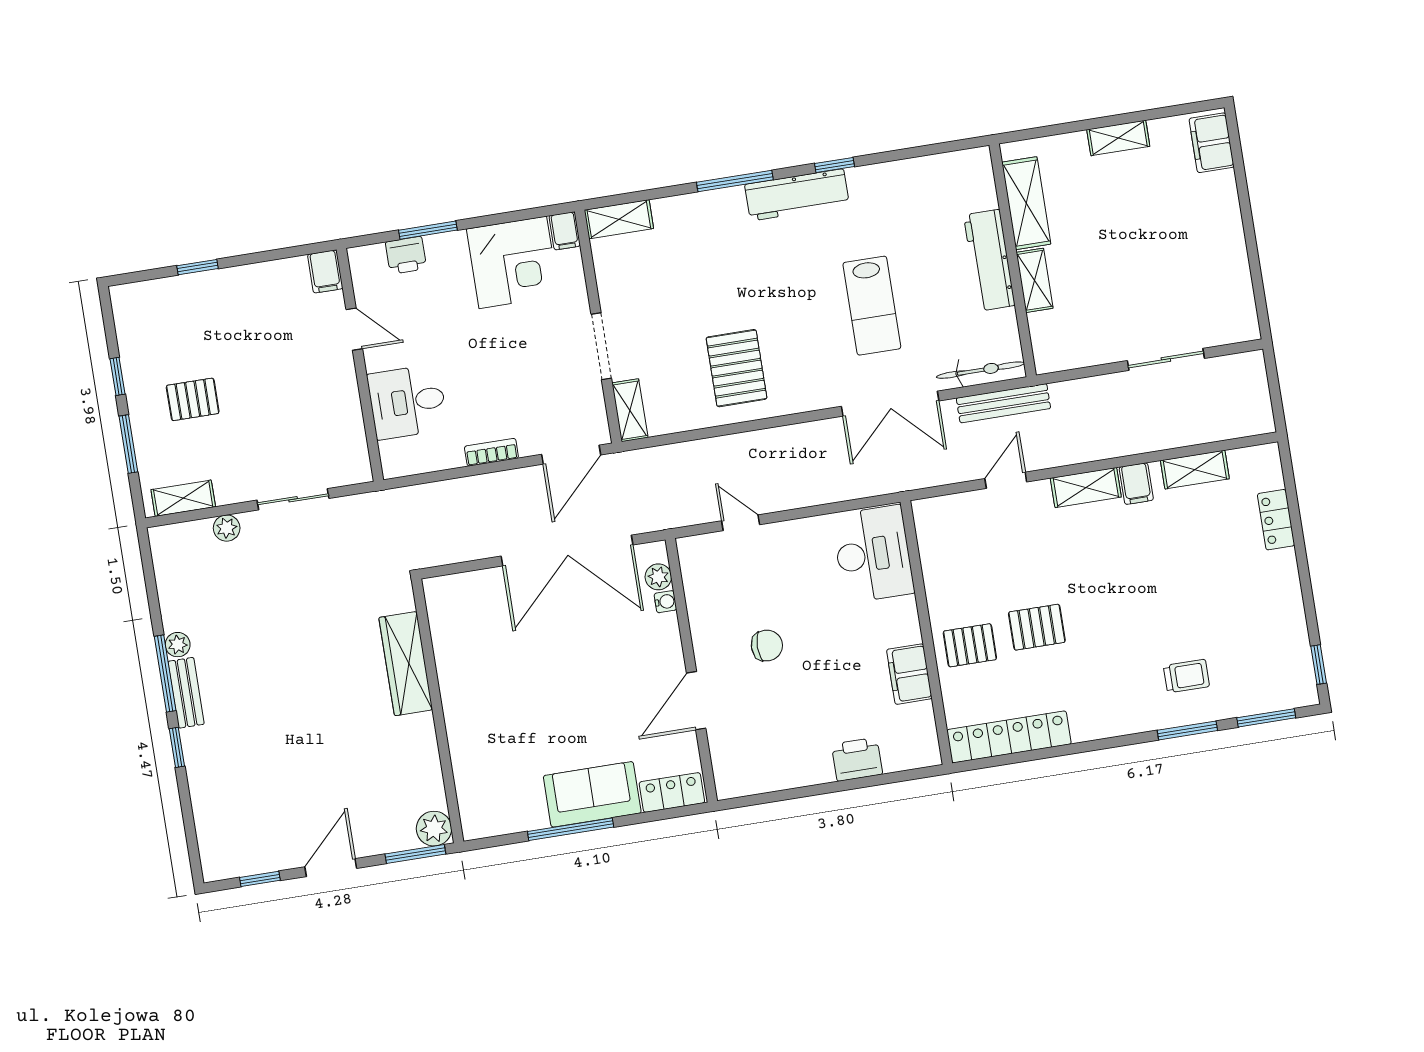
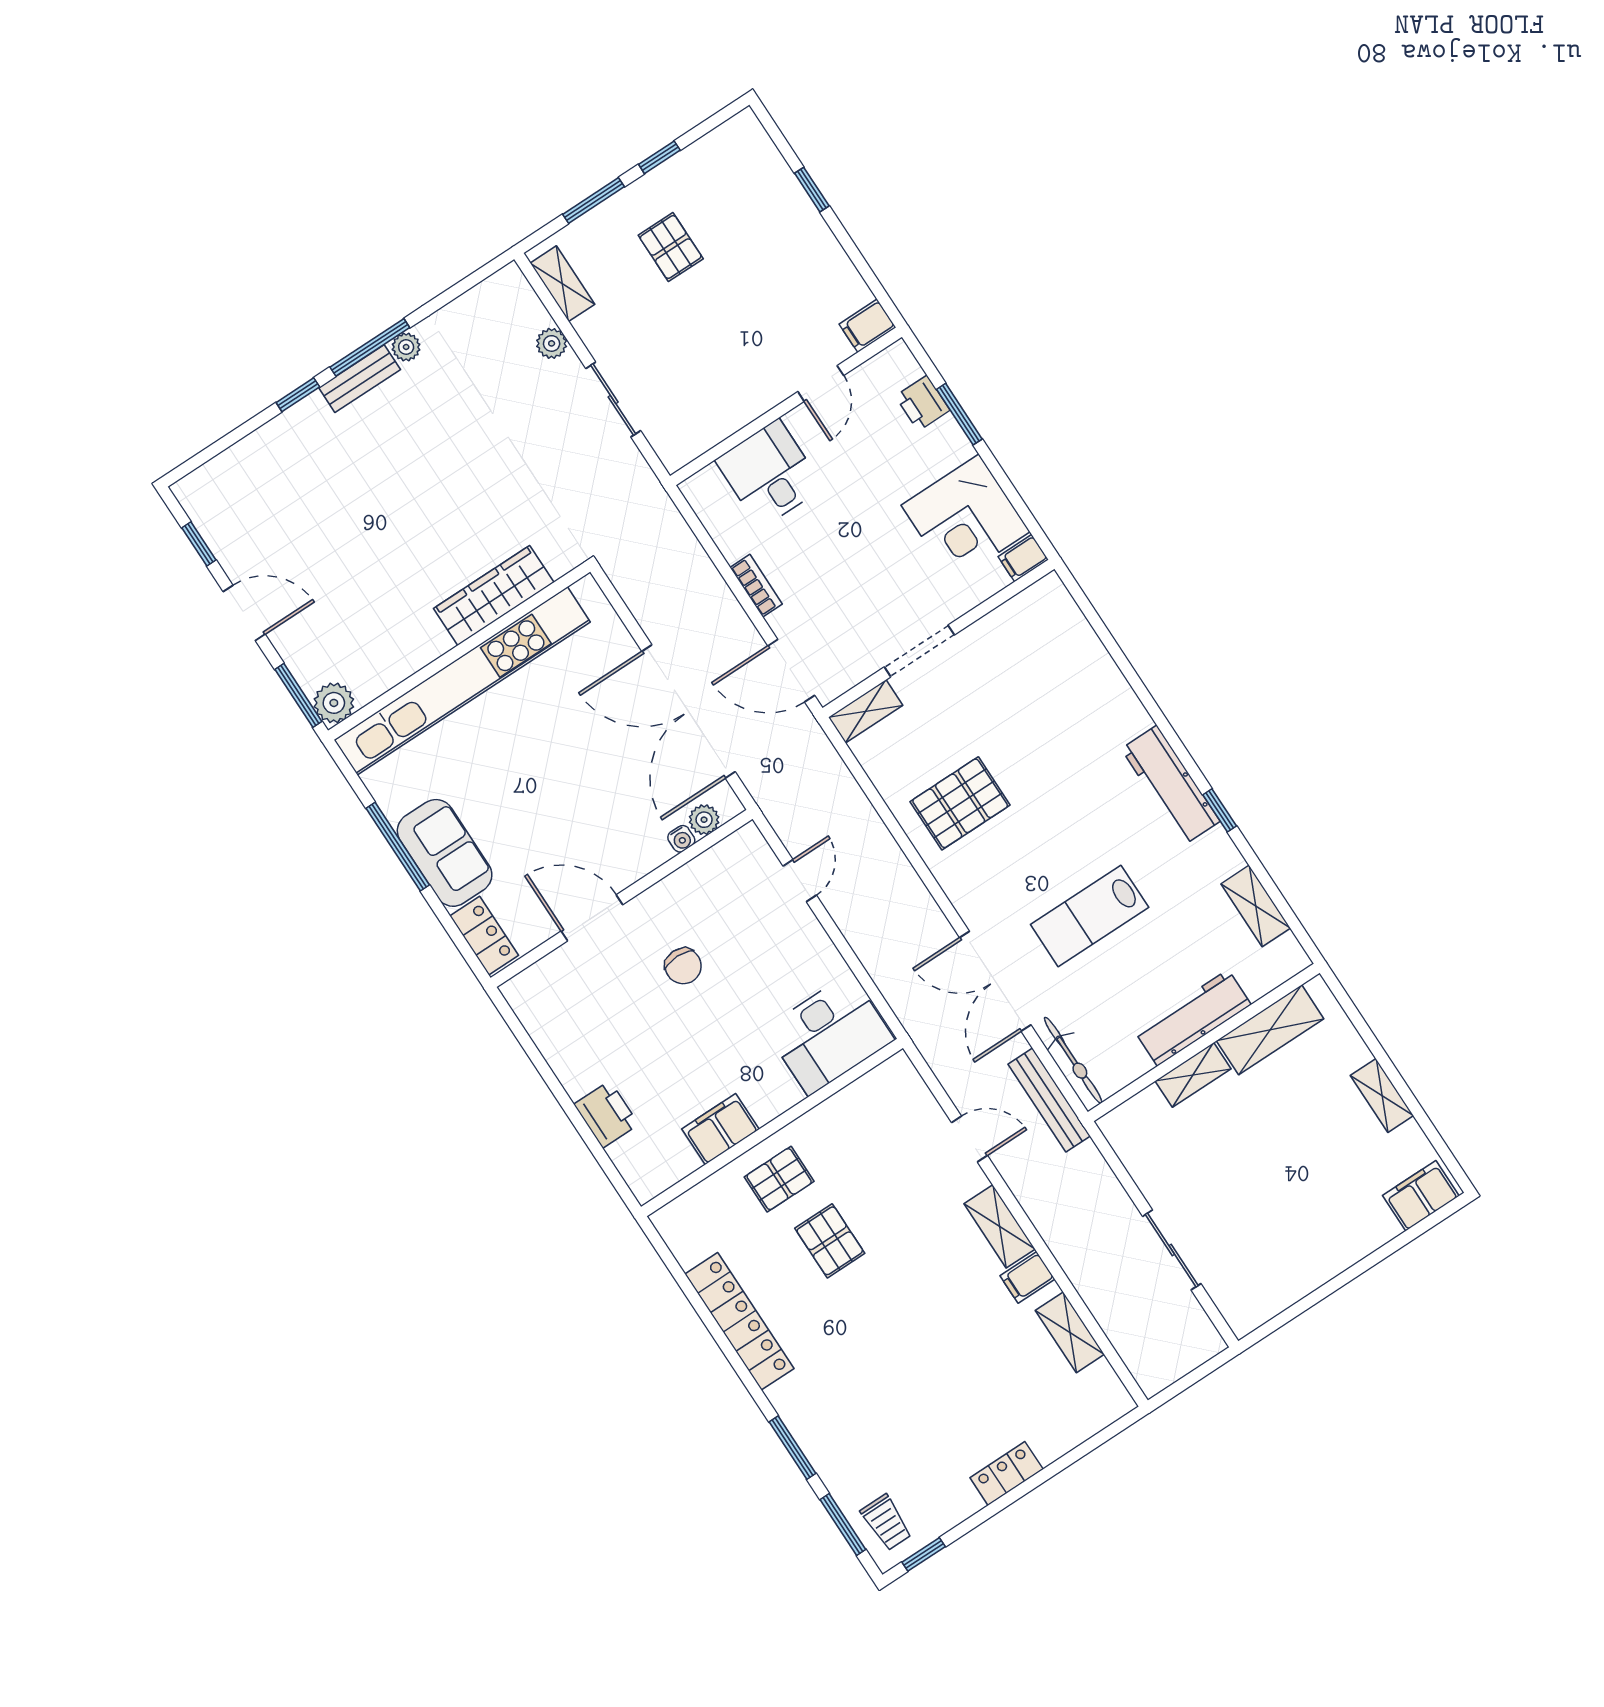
window: (735, 181) -> (1156, 713), removed
shelving: (619, 219) -> (1256, 906), moved
locker: (1276, 520) -> (1007, 1473), moved
pallet: (970, 645) -> (779, 1179), turned 90
trolley: (1186, 676) -> (886, 1522), moved
kitchen unit: (462, 719) -> (462, 681), added
locker: (1009, 737) -> (739, 1321), moved

